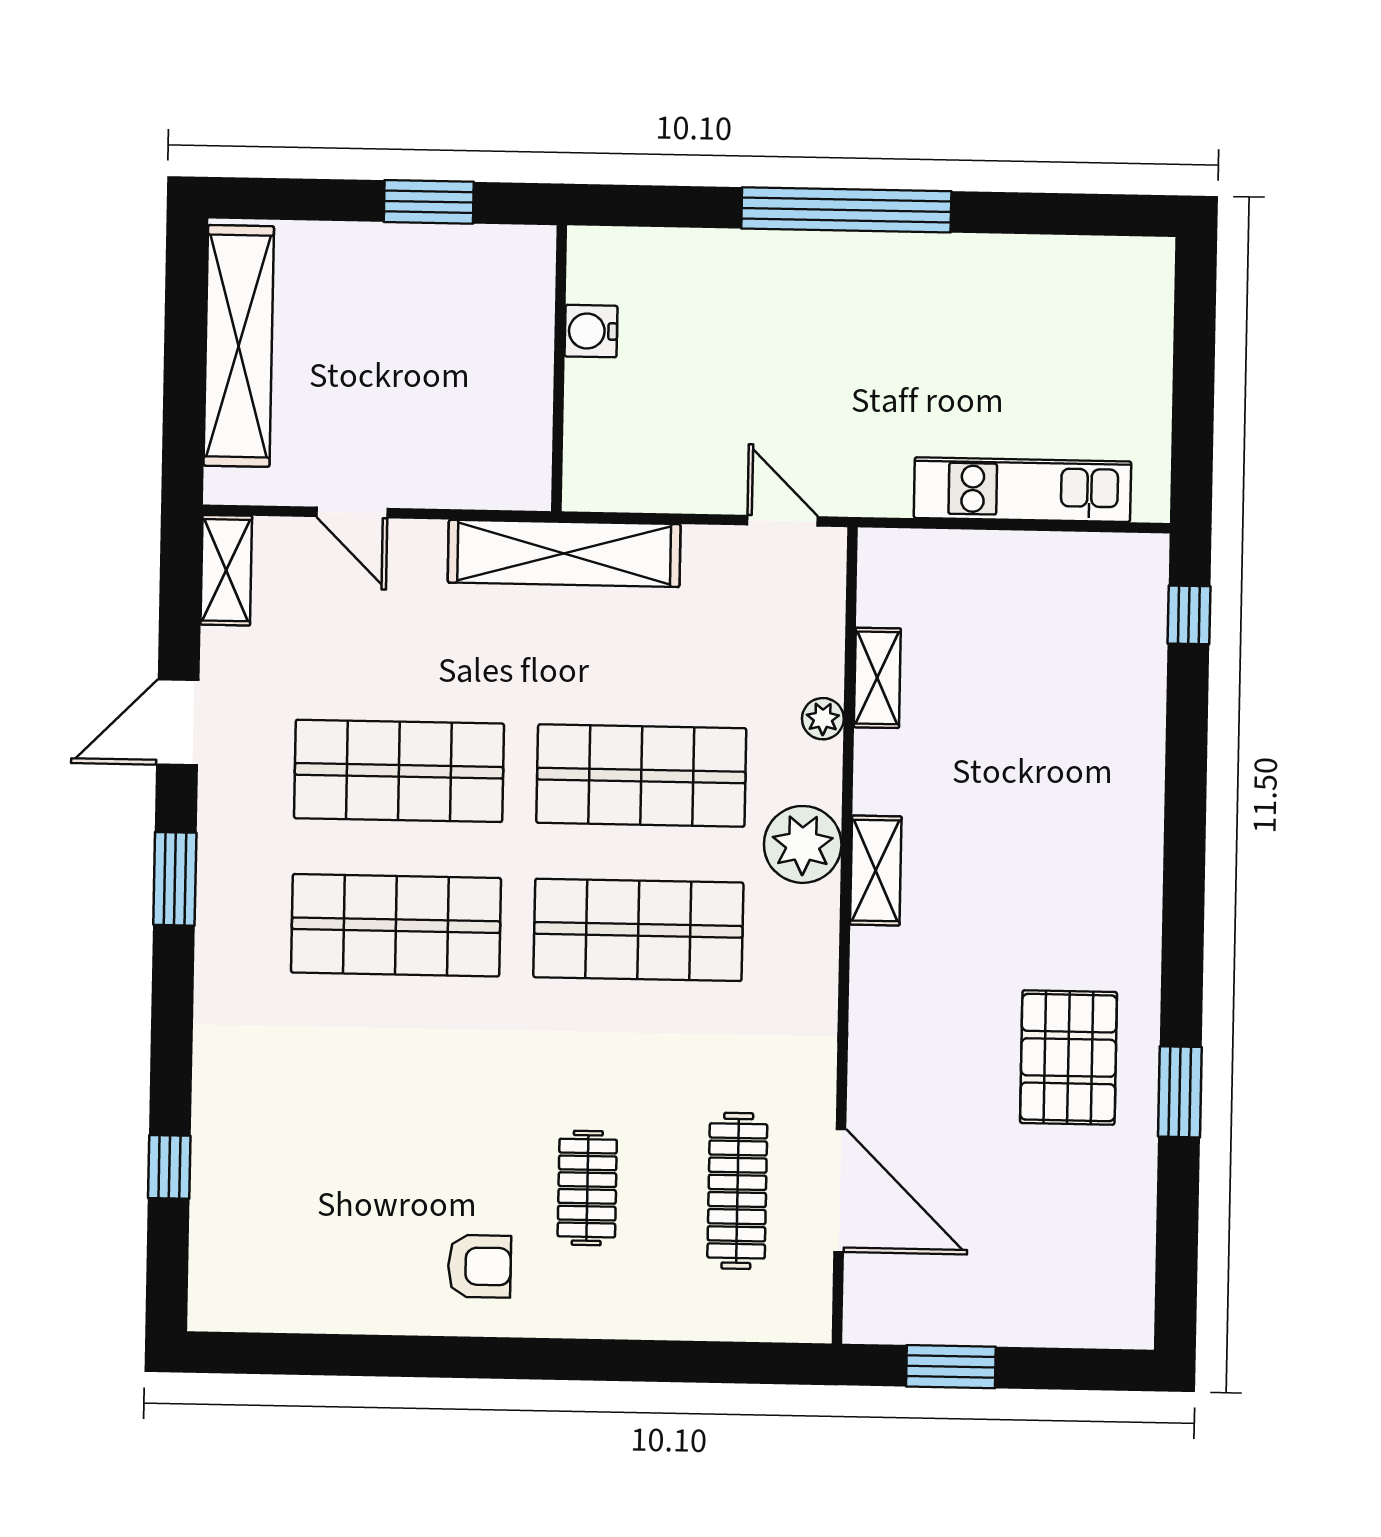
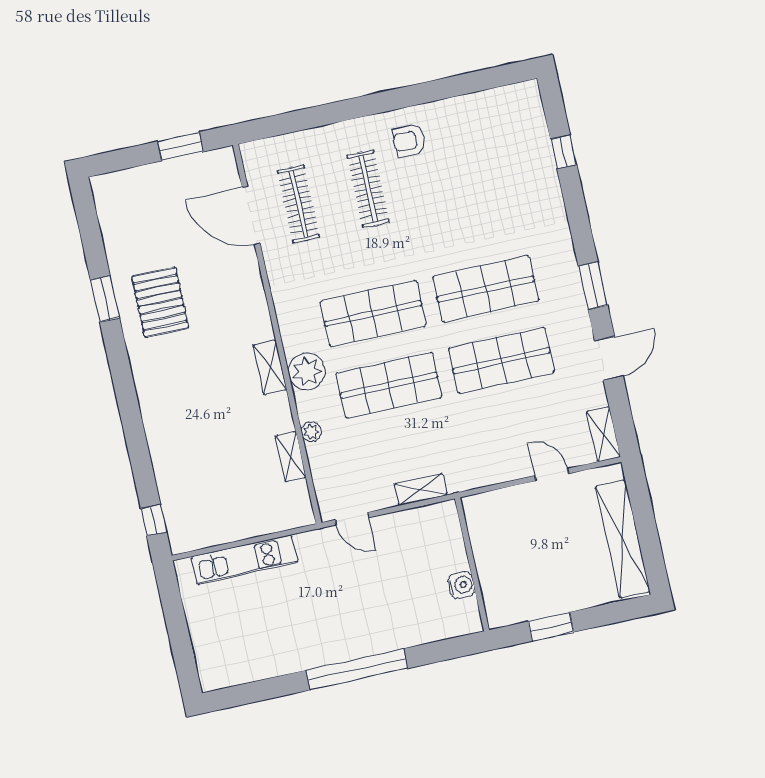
shelving: (564, 553) -> (421, 489), width x0.45, depth x0.75
clothes rail: (587, 1188) -> (368, 189), width x1.36

